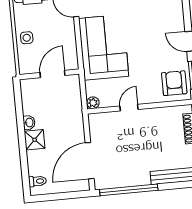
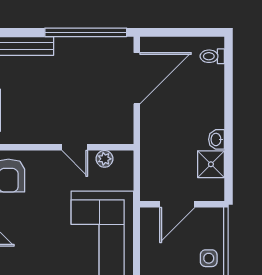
plant: (93, 103) -> (105, 159), moved
door: (129, 108) -> (75, 147), hinge flipped
shower: (35, 140) -> (211, 164), moved

